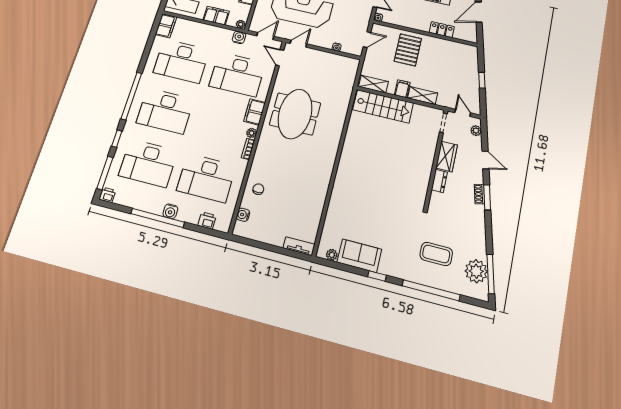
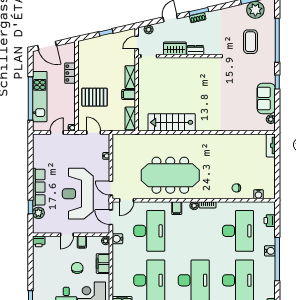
stairs: (383, 106) -> (172, 122), moved, turned -90
filing cabinet: (255, 112) -> (177, 208), width x0.50
meeting table: (295, 114) -> (170, 175), width x1.36

